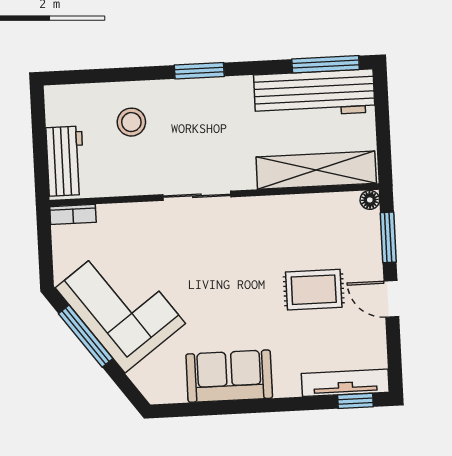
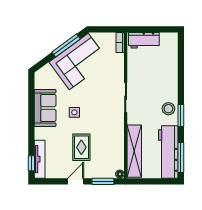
window: (199, 71) -> (181, 116), moved
stool: (131, 122) -> (168, 109), moved
side table: (236, 310) -> (74, 112), added

